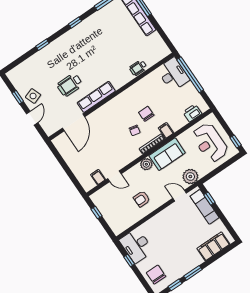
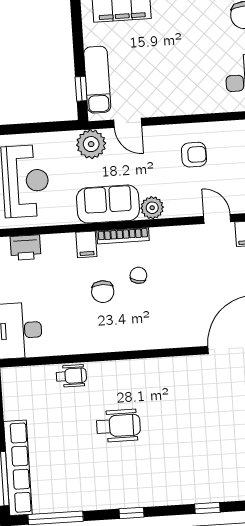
wheelchair: (70, 85) -> (118, 426), moved
row of seats: (96, 97) -> (169, 369), removed

